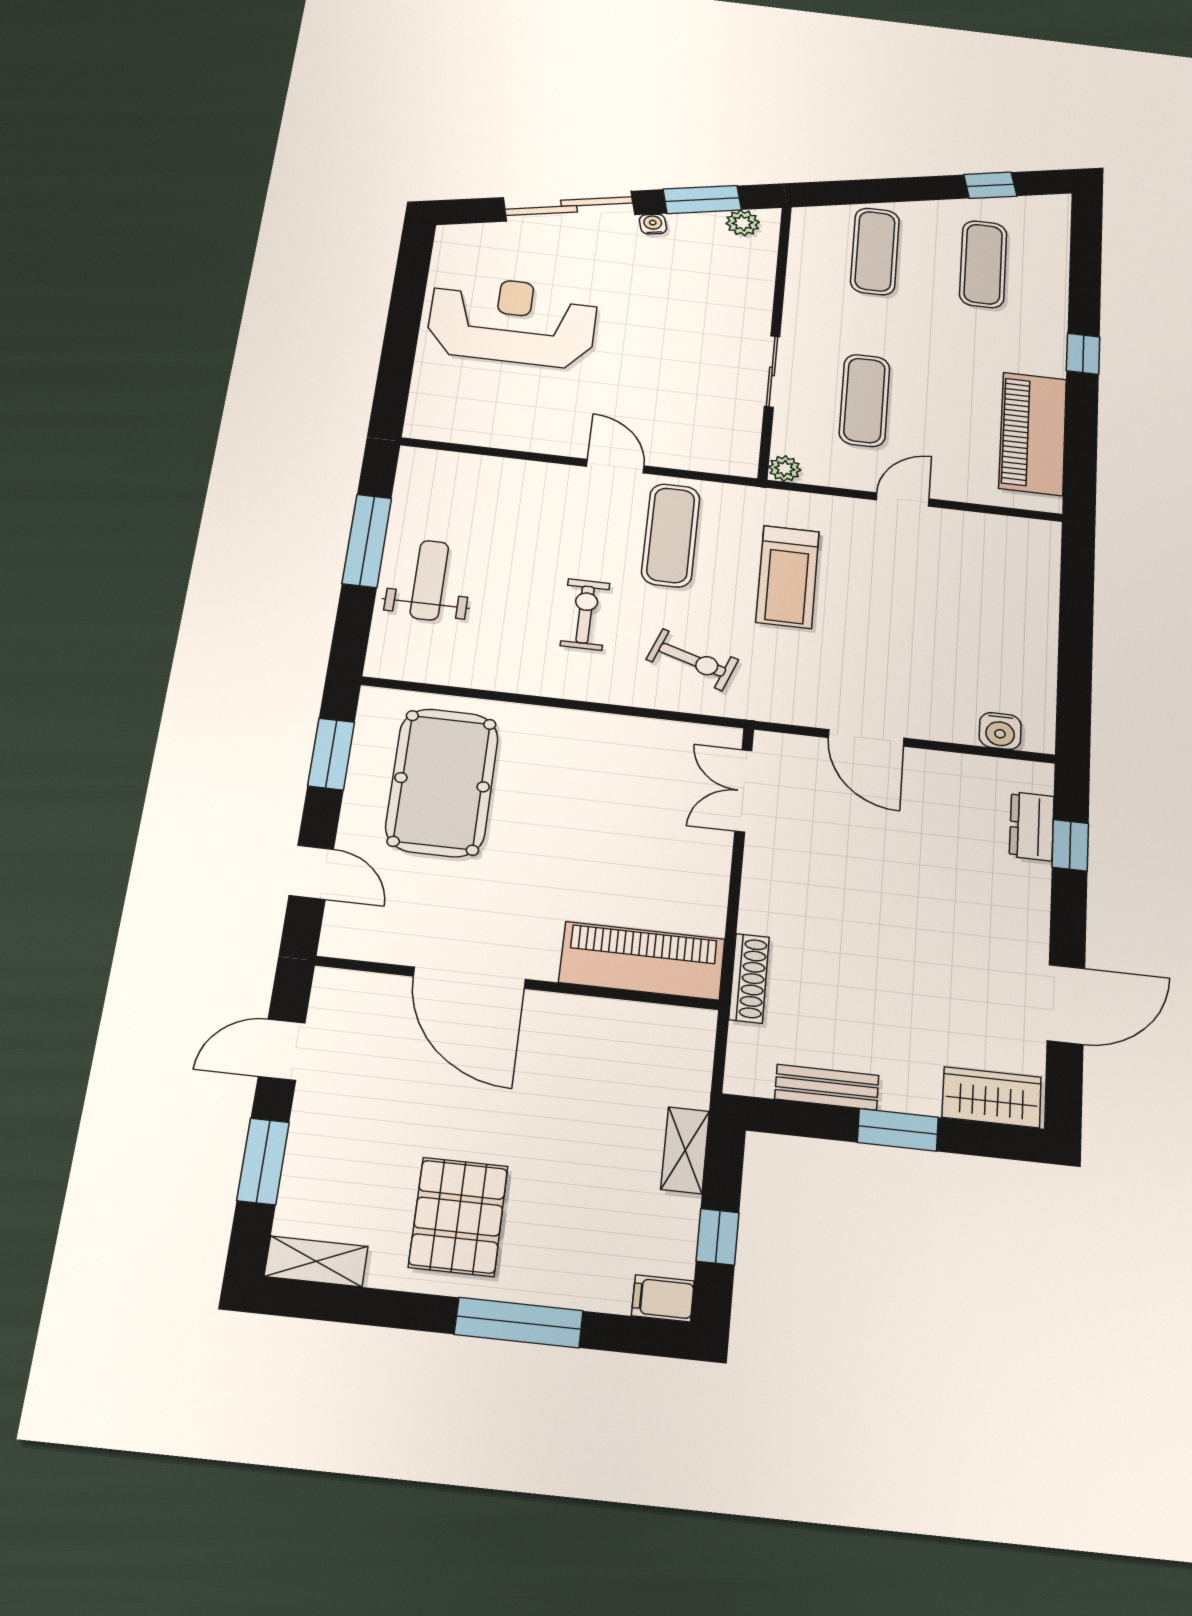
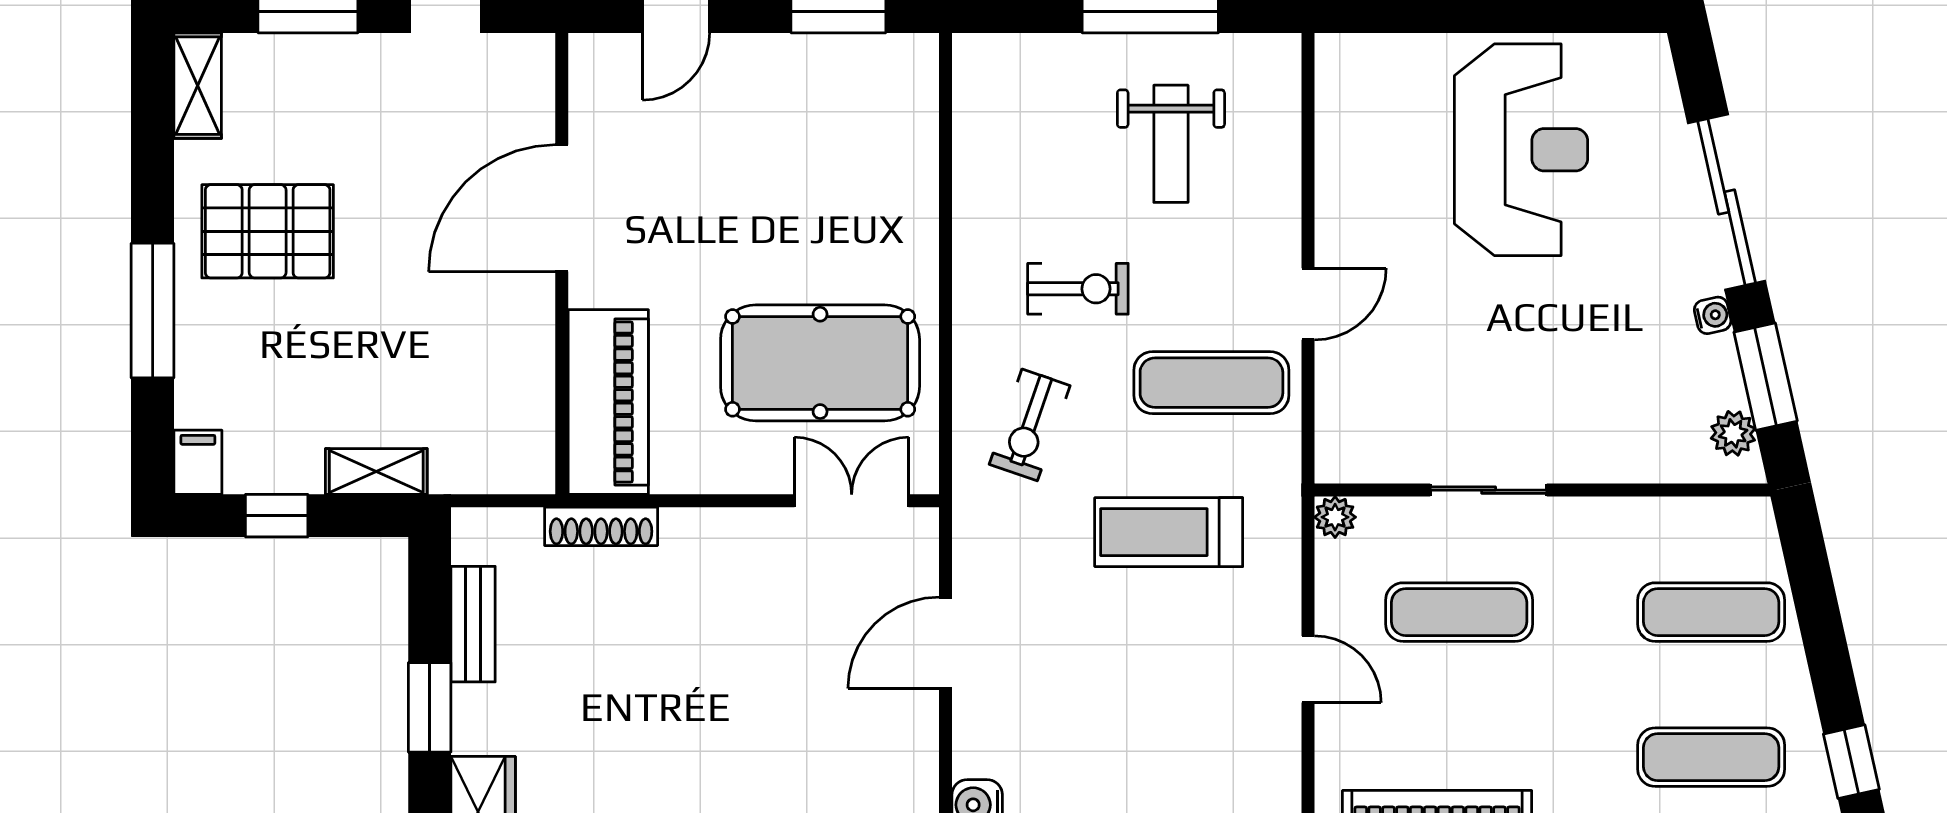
weight bench: (429, 580) -> (1171, 144), moved, turned 90
pool table: (442, 782) -> (820, 363), moved

